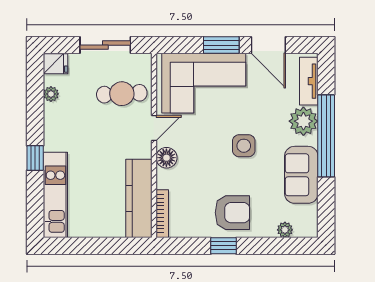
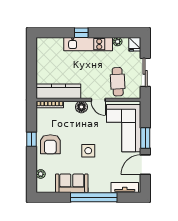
plant: (303, 121) -> (102, 184), removed
kitchen unit: (55, 195) -> (88, 44), moved

